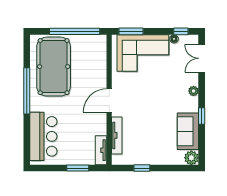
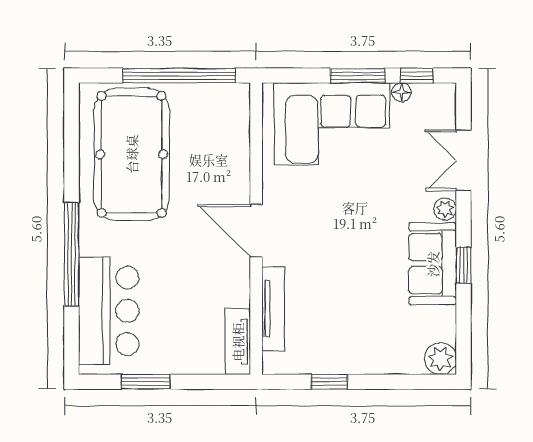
window: (131, 31) -> (358, 76), moved
double door: (202, 58) -> (463, 160), moved
window: (27, 91) -> (72, 254), moved
door: (109, 101) -> (256, 231), hinge flipped
sofa: (188, 131) -> (433, 264), moved
window: (78, 168) -> (146, 382), moved

